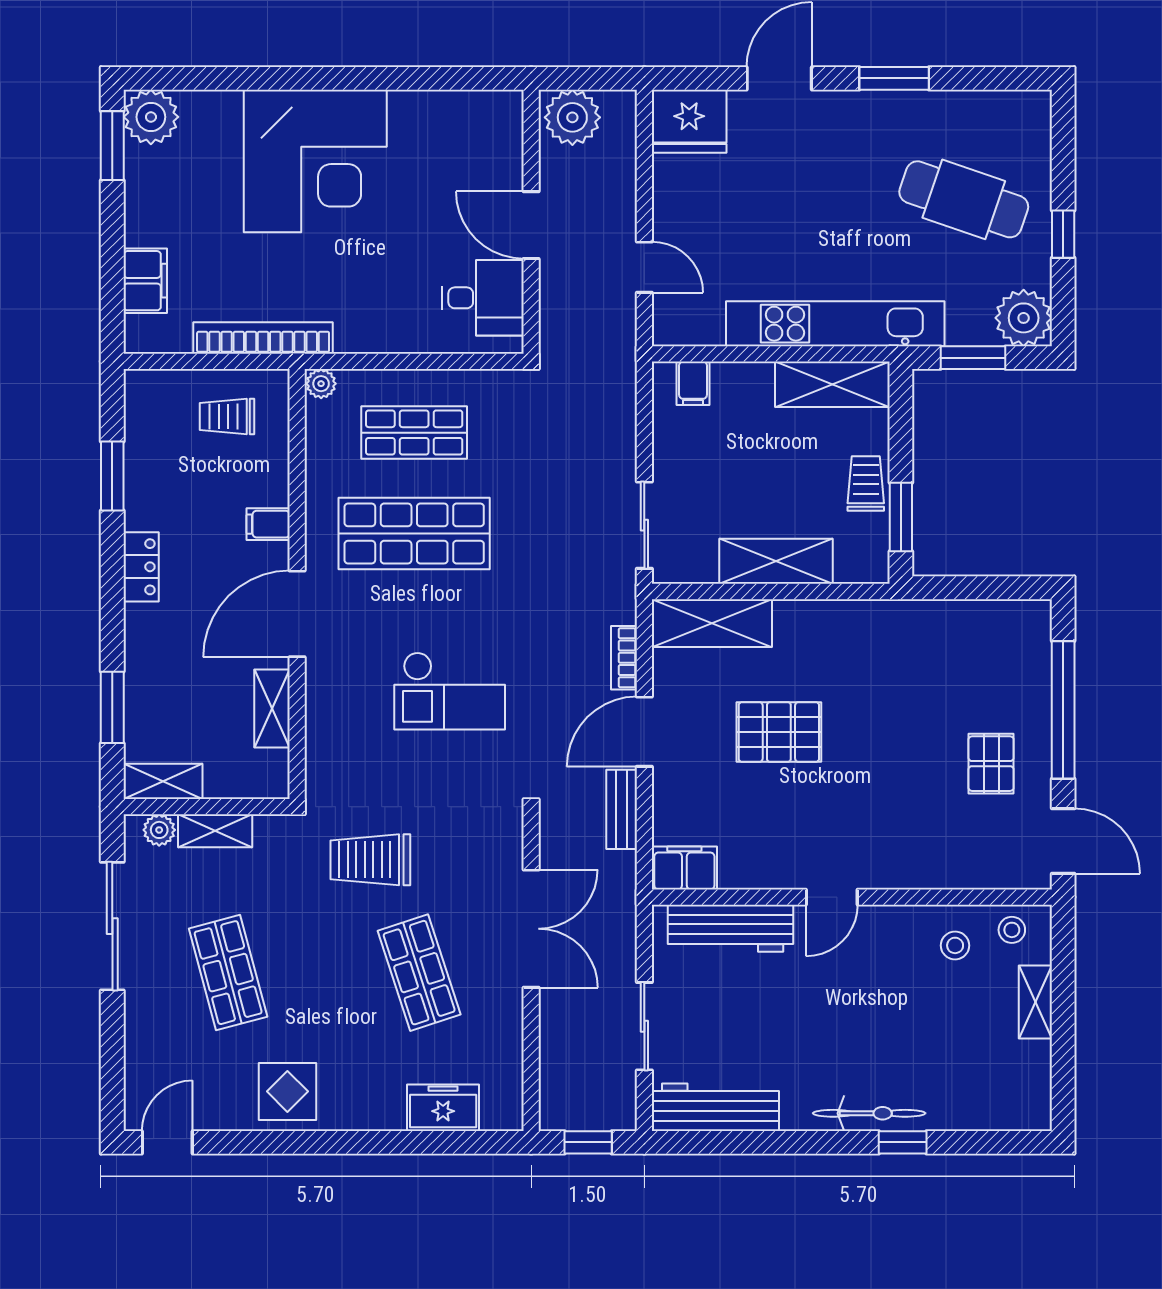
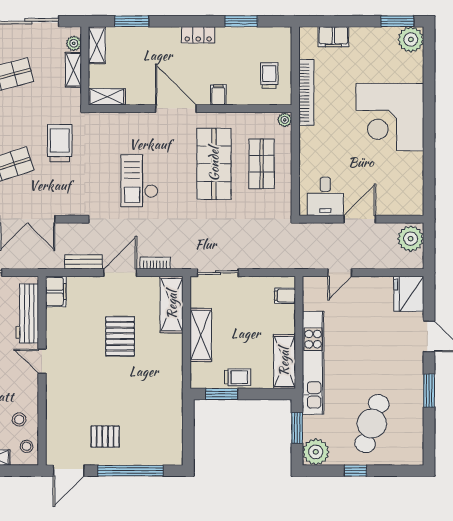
shelving: (272, 708) -> (107, 97), moved
door: (644, 732) -> (120, 273), hinge flipped

